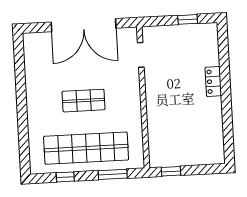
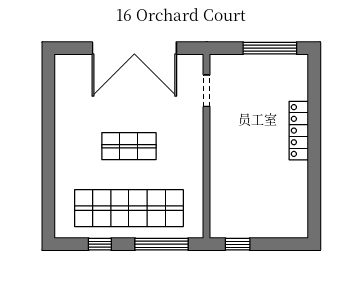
window: (188, 19) -> (270, 48), width x2.17
locker: (213, 82) -> (299, 131), width x1.53
window: (113, 174) -> (162, 244), width x1.44

